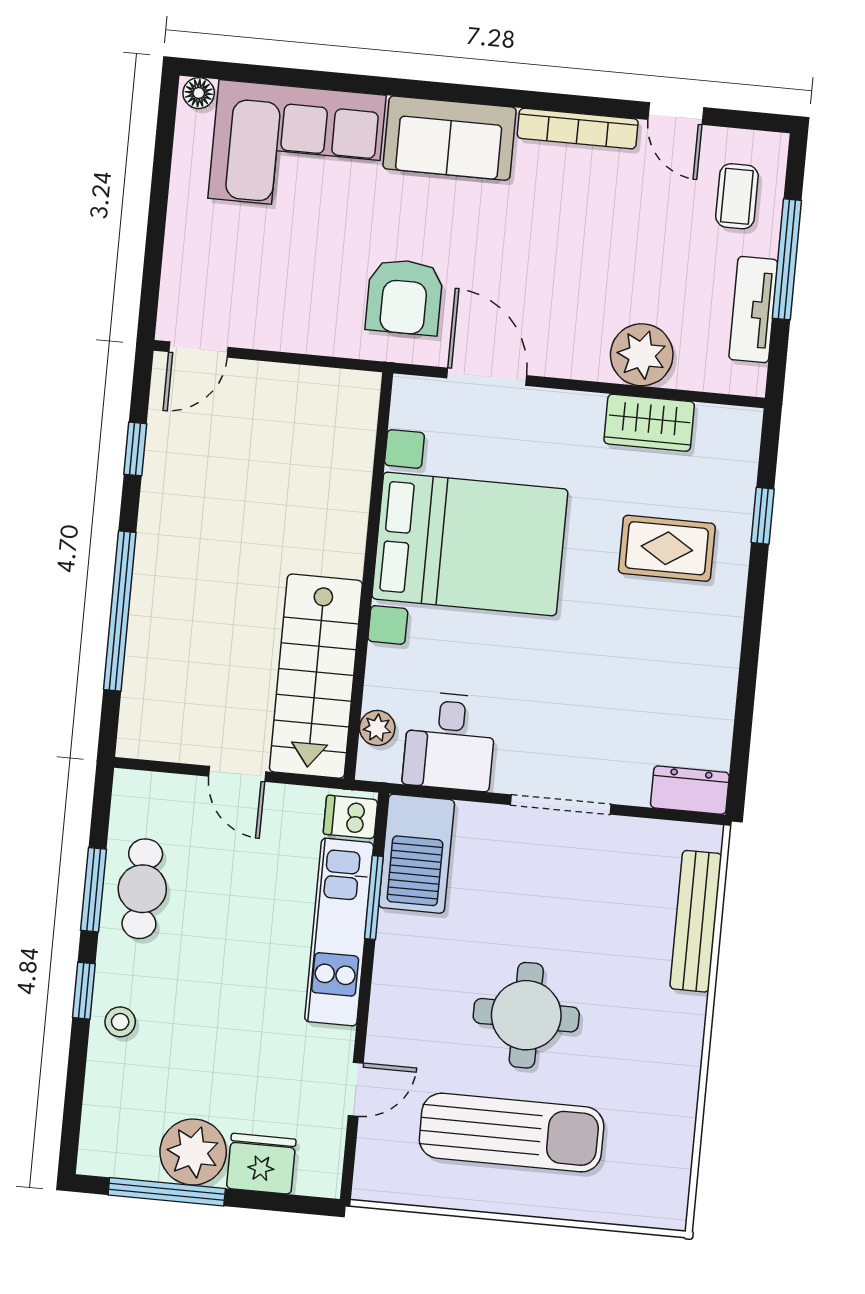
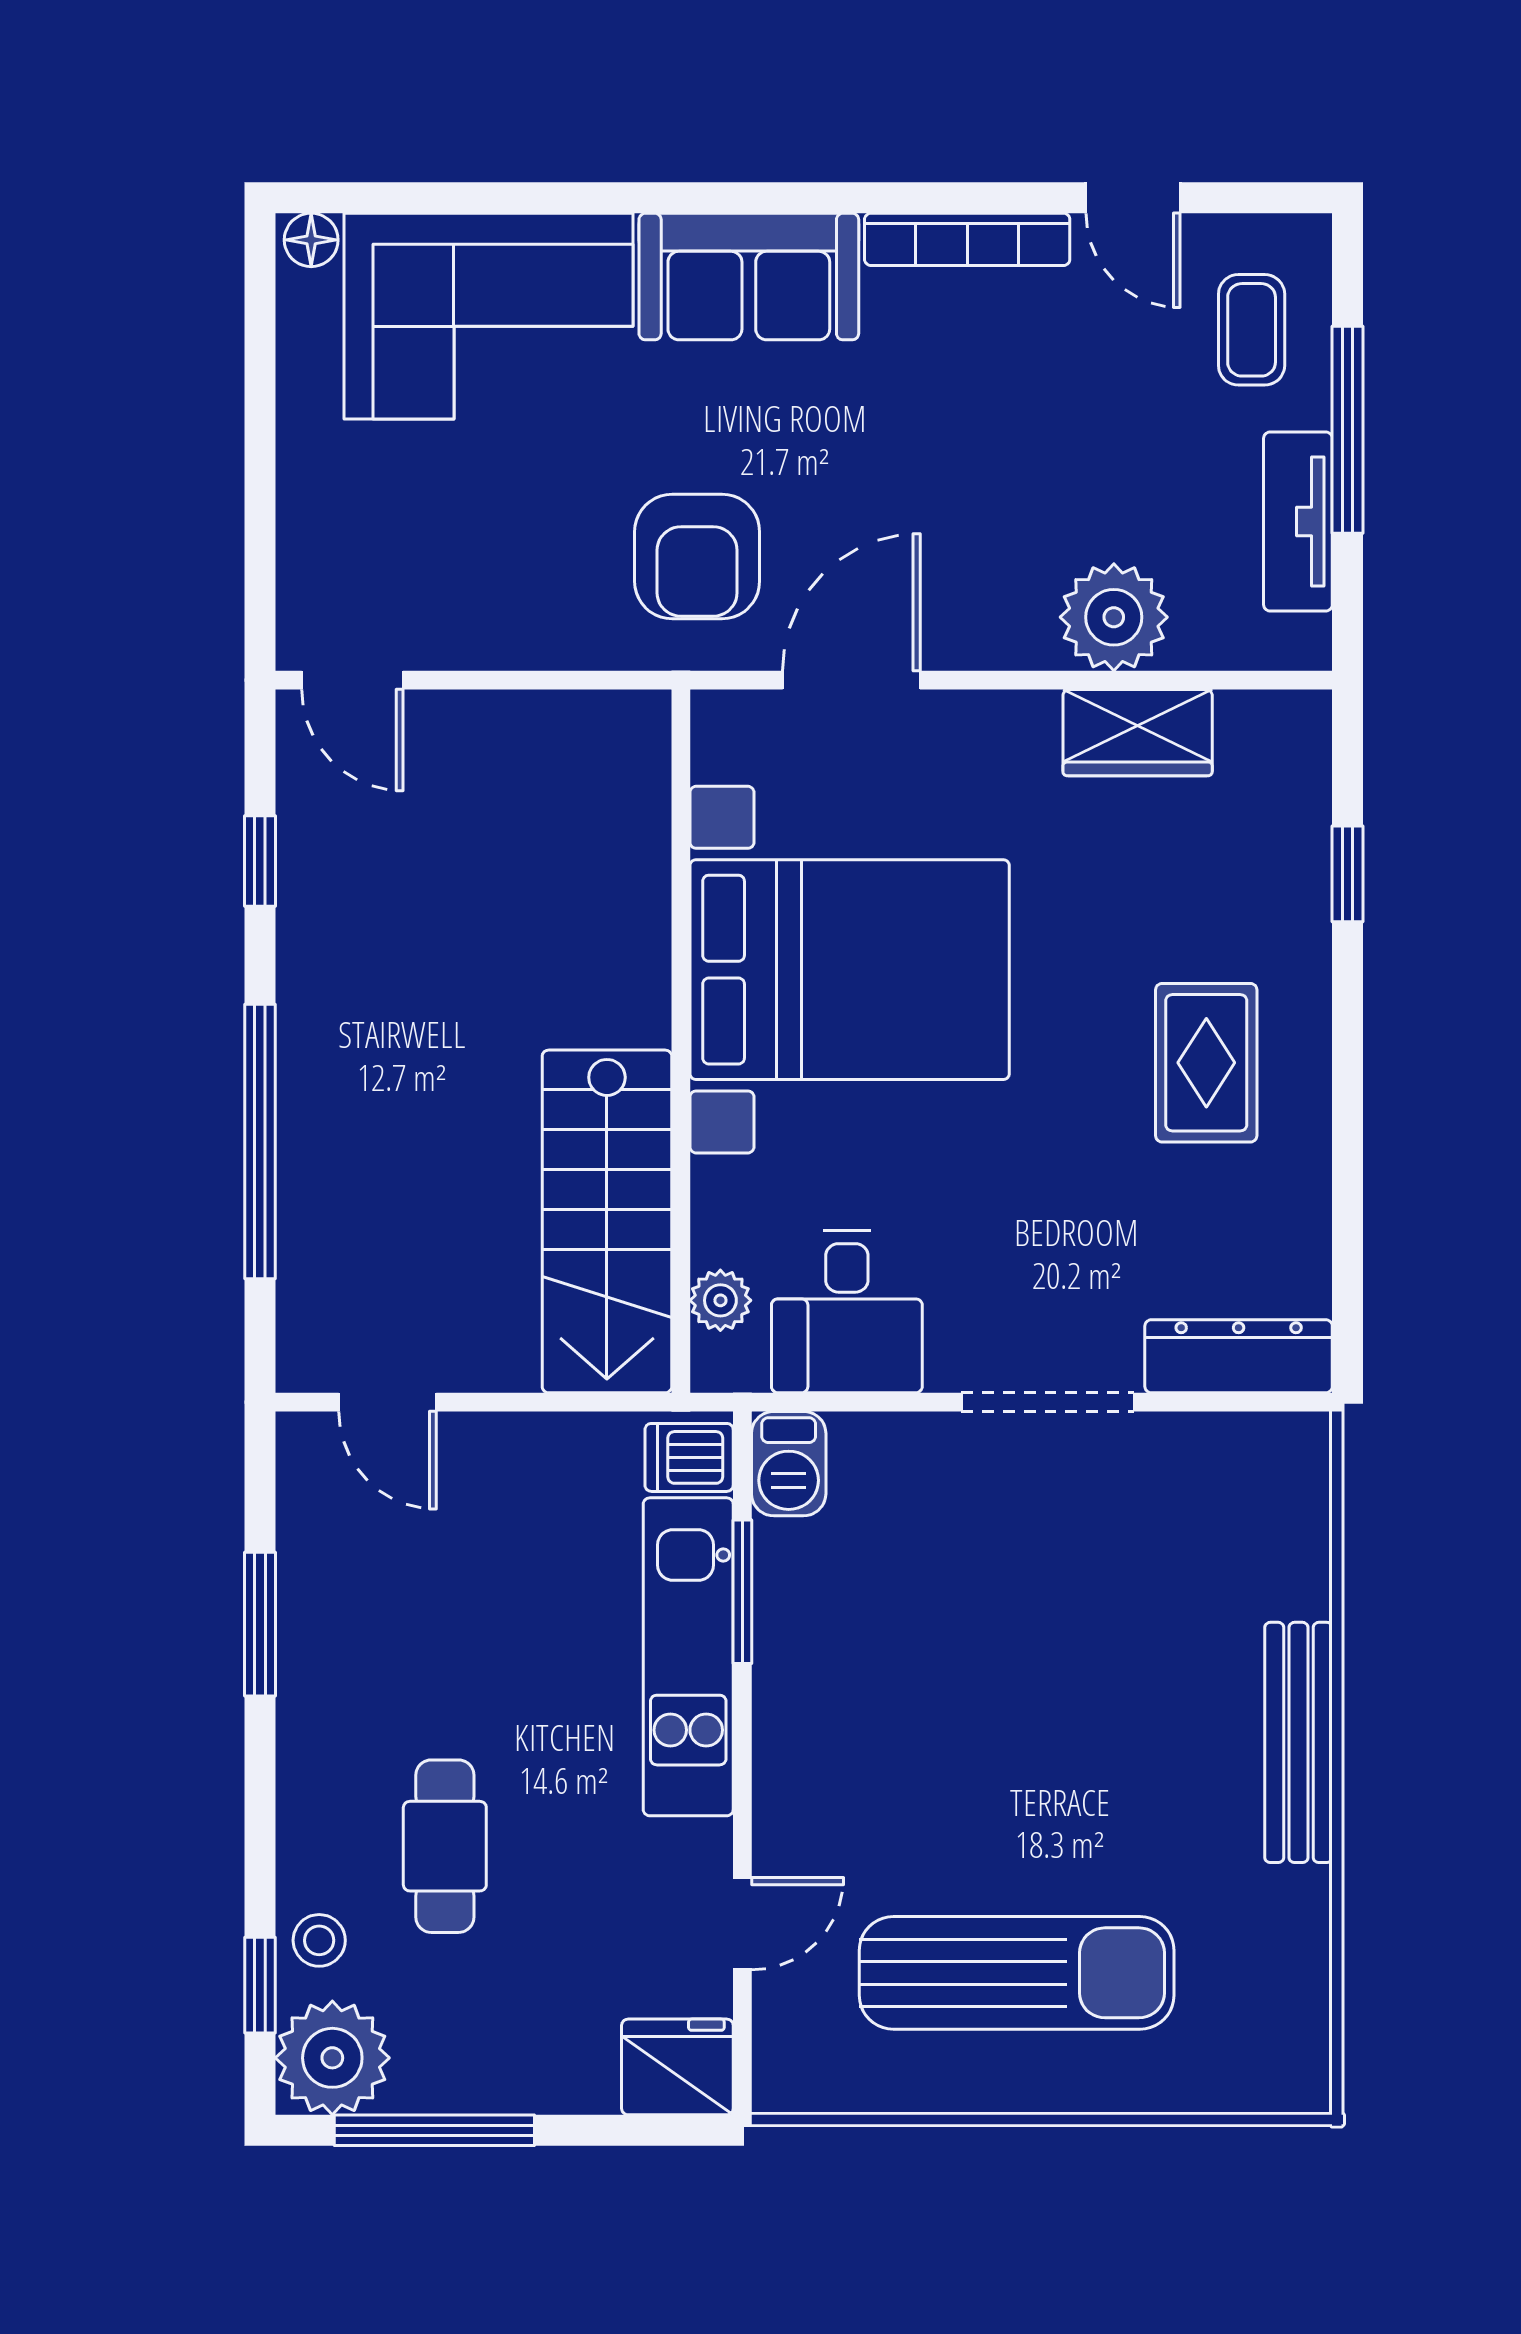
door: (198, 350) -> (352, 680), hinge flipped
door: (487, 377) -> (851, 680), hinge flipped
rug: (667, 548) -> (1206, 1063), moved, turned 90
door: (237, 774) -> (388, 1402), moved
dresser: (690, 790) -> (1239, 1356), width x1.44
barbecue: (417, 854) -> (789, 1464), width x0.53, depth x0.65
cafe table: (142, 889) -> (445, 1846), moved
bench: (696, 921) -> (1298, 1742), moved
window: (84, 991) -> (260, 1985), moved
round table: (526, 1015) -> (1023, 1769), removed
stool: (120, 1022) -> (319, 1940), moved
plant: (193, 1152) -> (332, 2058), moved
fridge: (261, 1164) -> (677, 2067), moved

